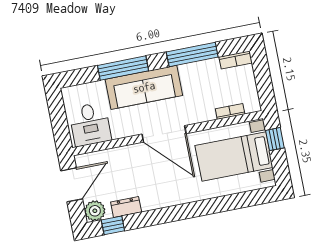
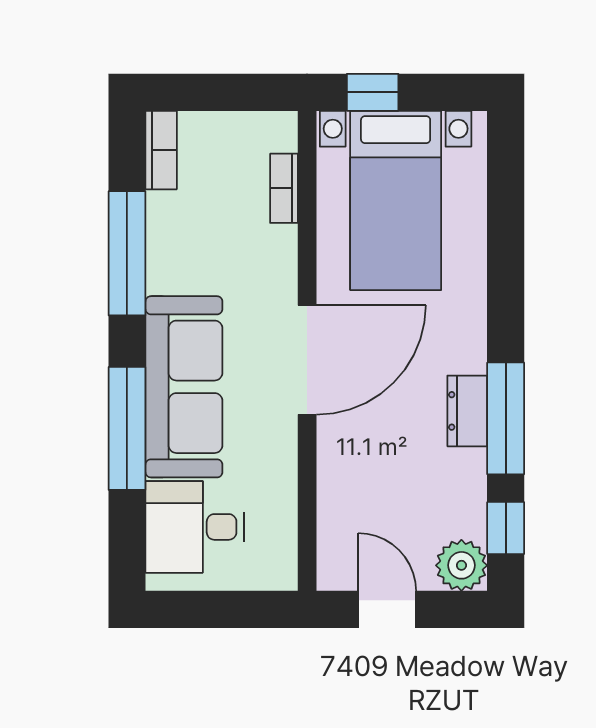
desk: (90, 124) -> (195, 527), moved, turned 180
door: (72, 185) -> (387, 609), width x0.73
dresser: (126, 207) -> (467, 411), moved
window: (156, 217) -> (506, 418), added

